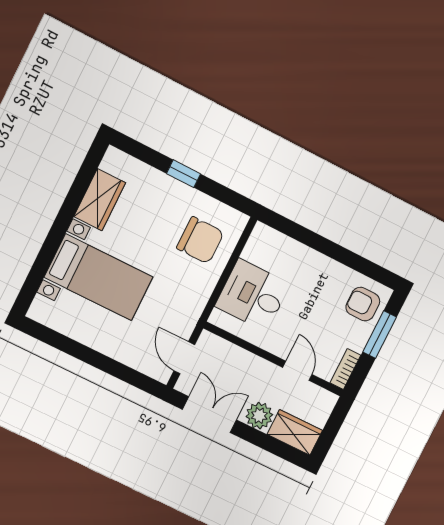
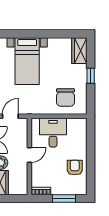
wardrobe: (100, 200) -> (79, 51), moved, turned 90
armchair: (363, 304) -> (75, 168), moved
door: (297, 371) -> (29, 155), moved

